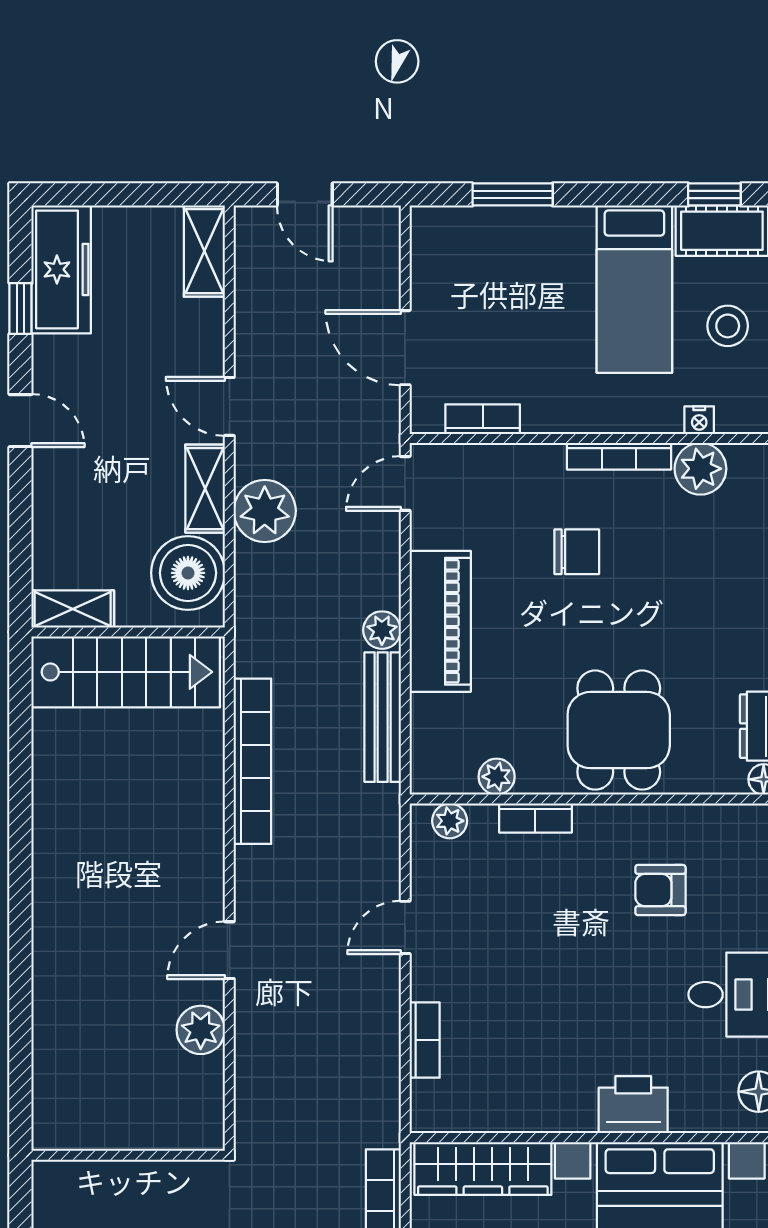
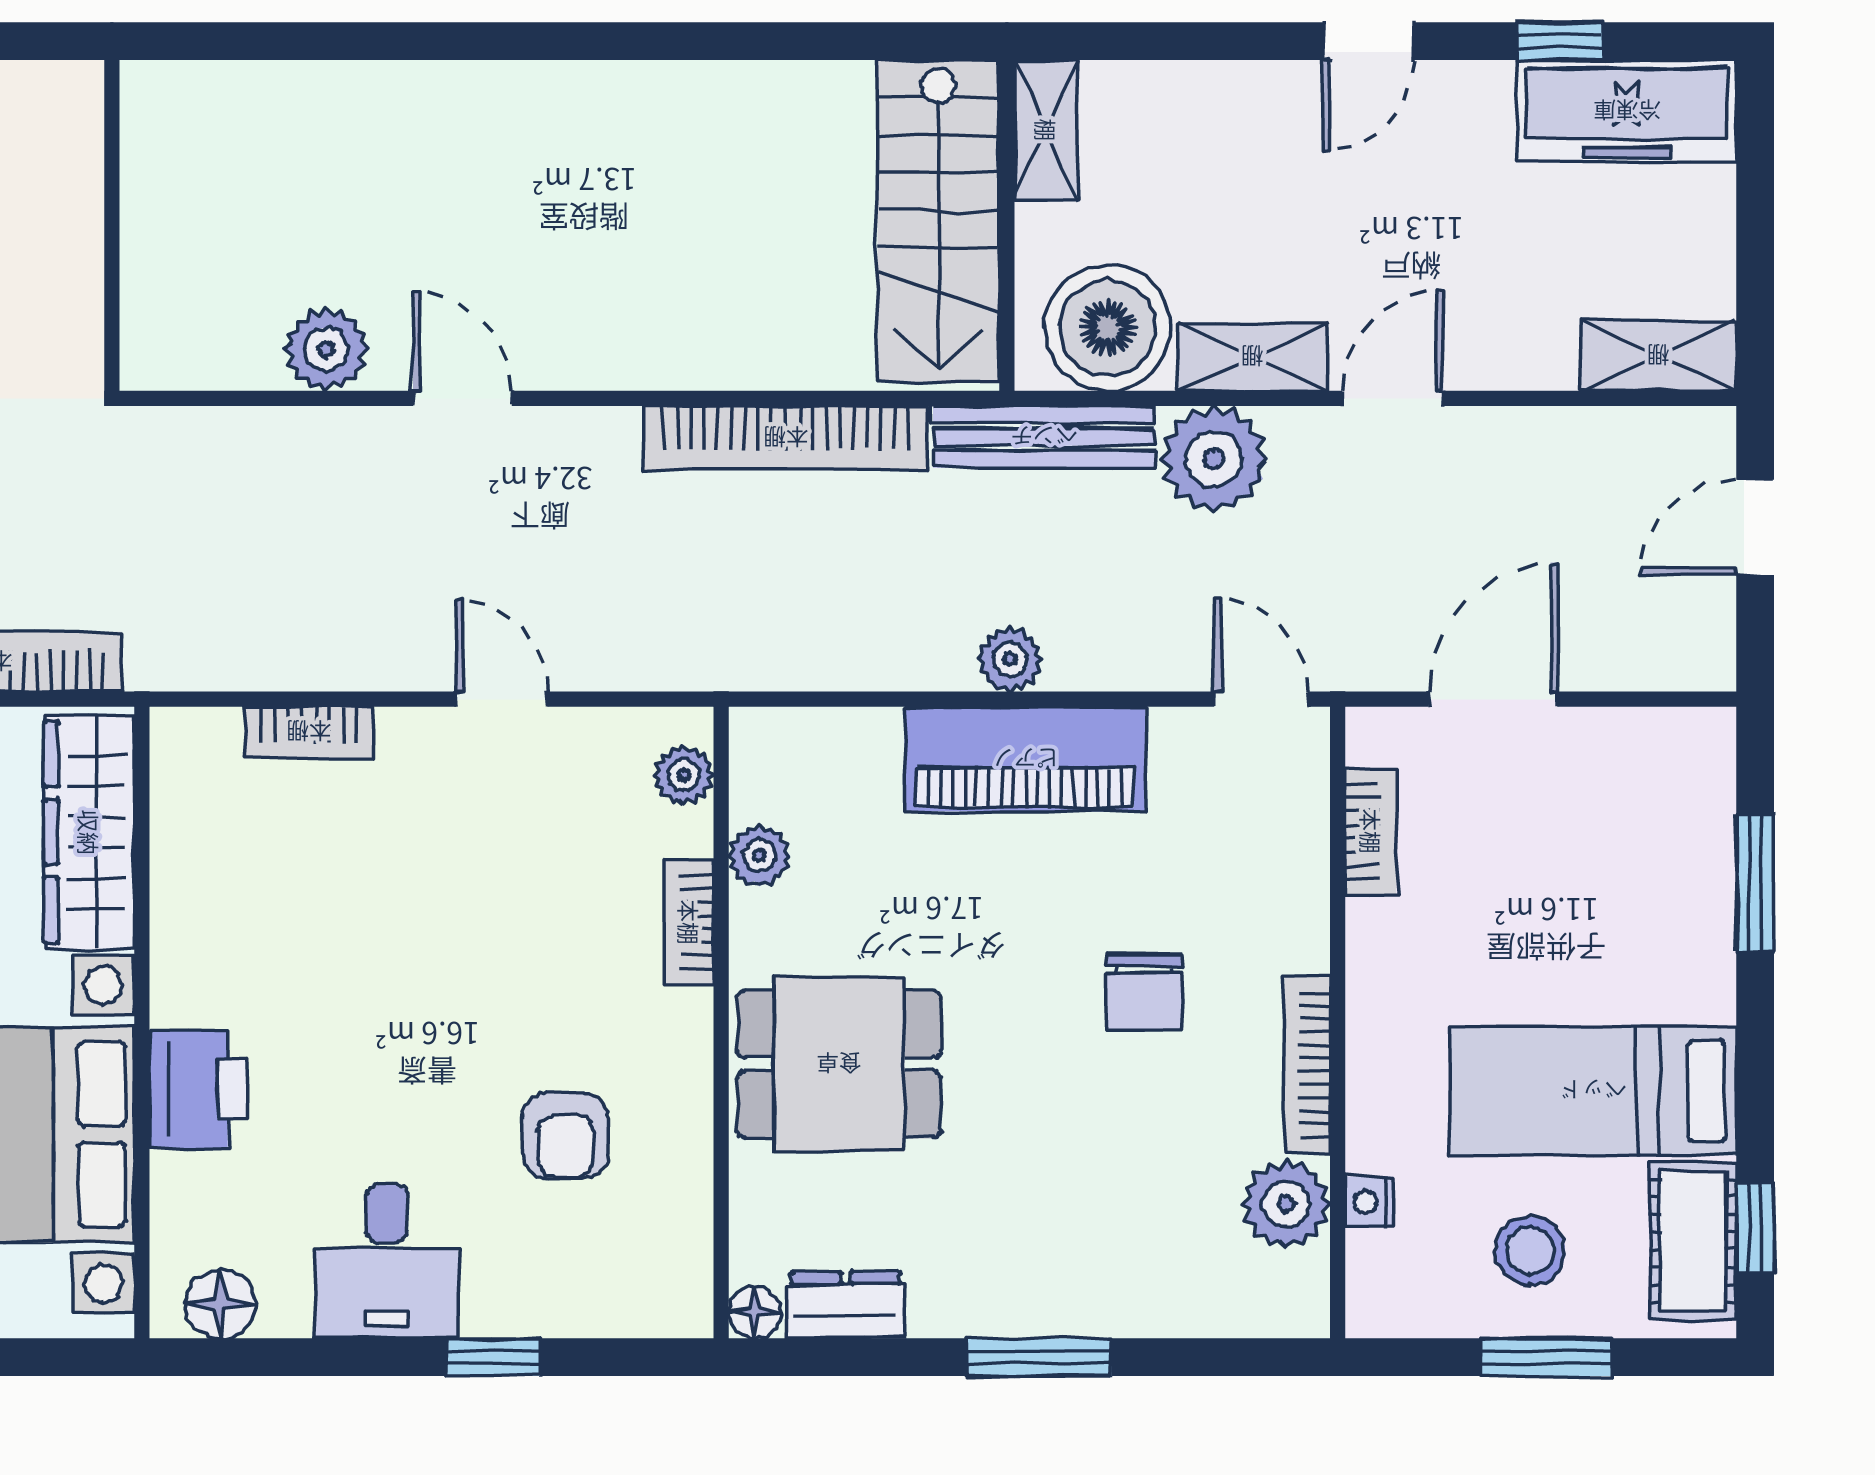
bench: (383, 717) -> (1044, 437), moved
armchair: (660, 890) -> (565, 1136), turned 180

